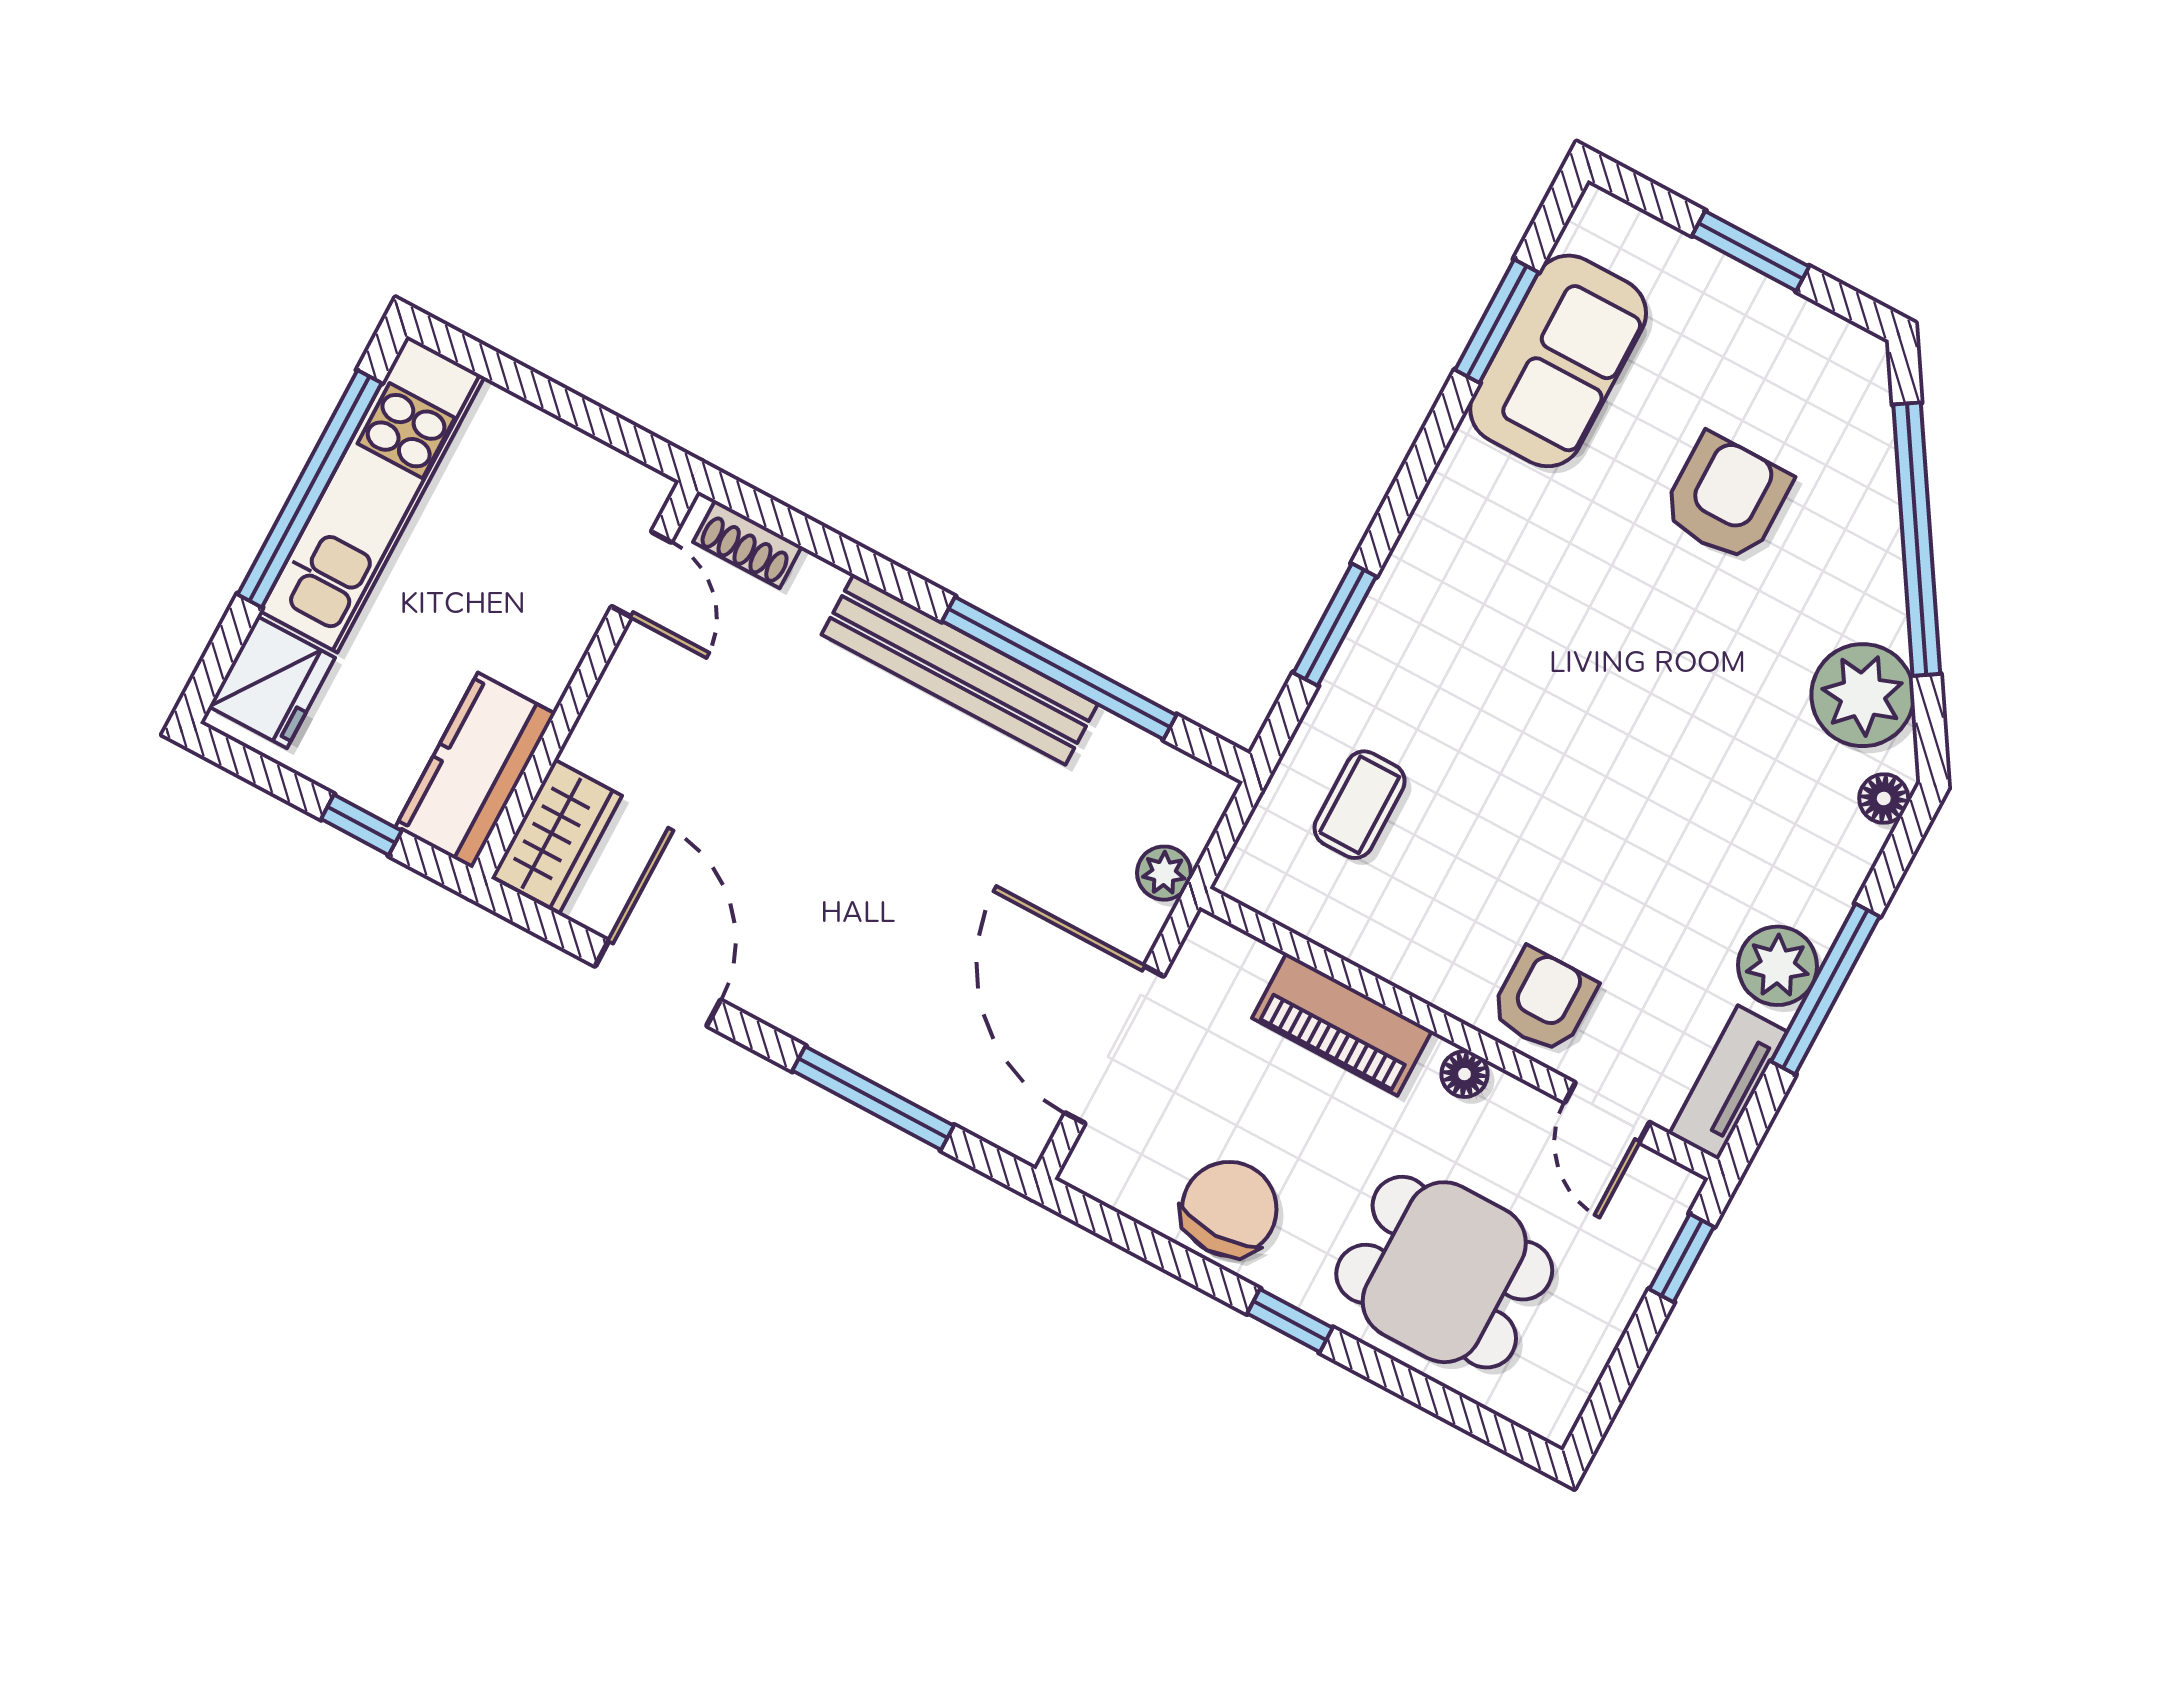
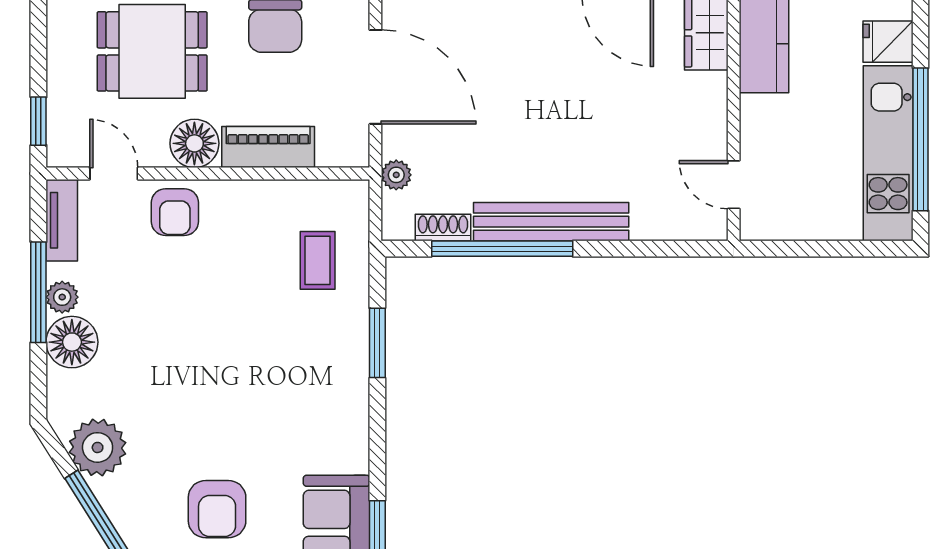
shoe rack: (747, 544) -> (443, 228), moved
fridge: (272, 682) -> (888, 42), width x0.72
floor lamp: (1884, 798) -> (72, 342), moved, width x1.89, depth x1.89
plant: (1778, 966) -> (62, 297), width x0.73, depth x0.73
floor lamp: (1464, 1074) -> (194, 143), width x1.89, depth x1.89

